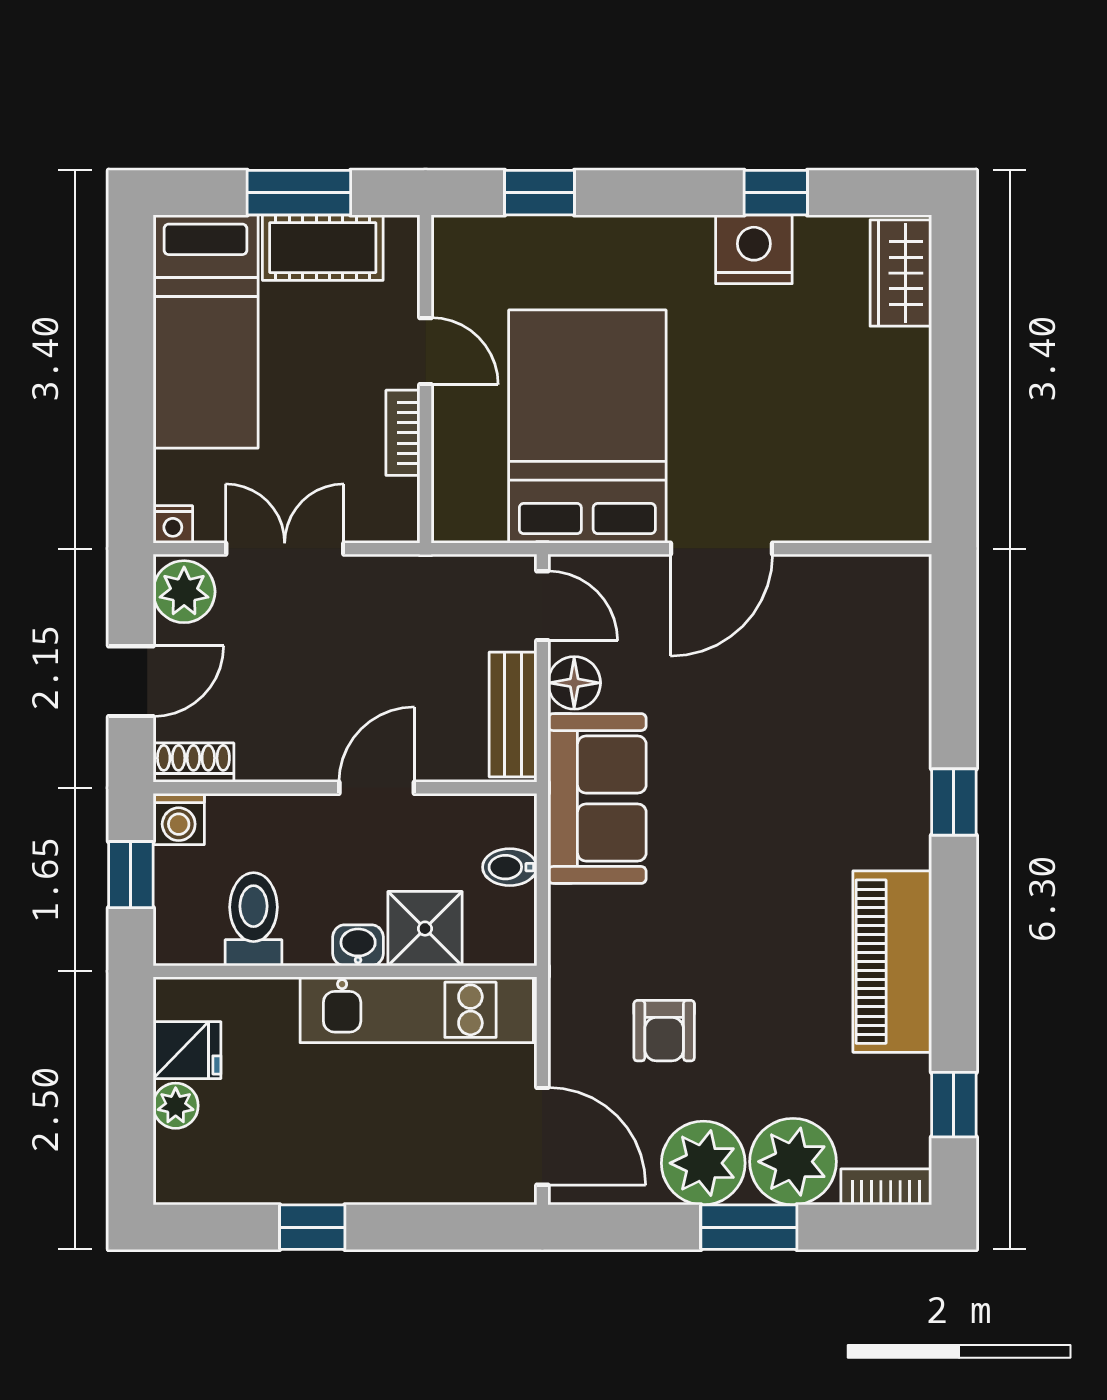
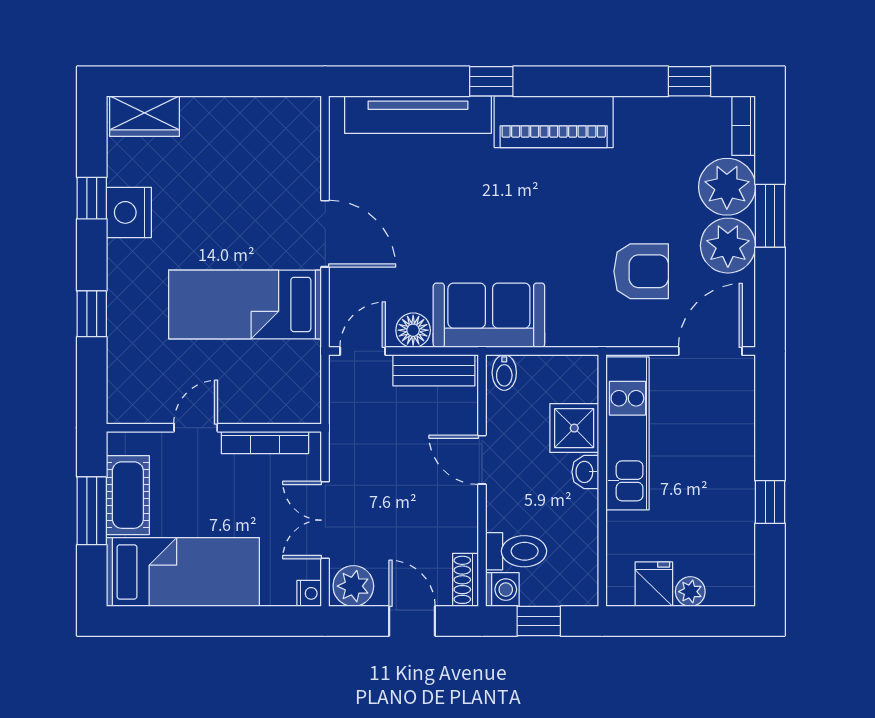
window: (539, 193) -> (92, 314), moved
bed: (587, 426) -> (245, 304), width x0.67
bookcase: (403, 433) -> (265, 442), width x1.56
tv unit: (903, 690) -> (418, 115), added
bidet: (510, 867) -> (504, 373), moved
toilet: (254, 919) -> (516, 551), moved, turned 180
piano: (892, 962) -> (554, 122), moved
armchair: (664, 1031) -> (641, 271), width x1.38, depth x1.38

